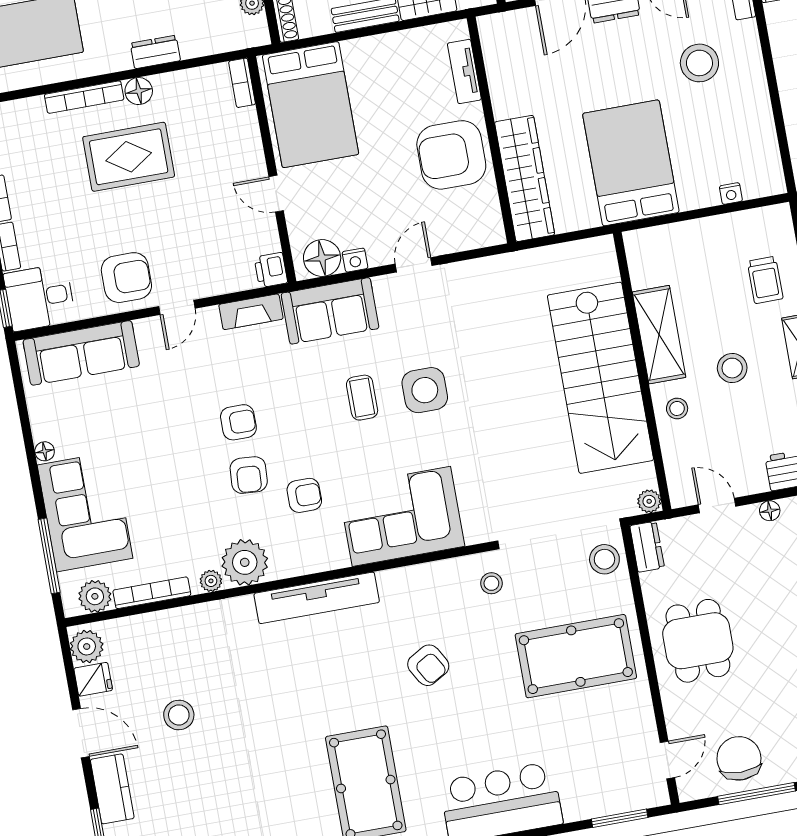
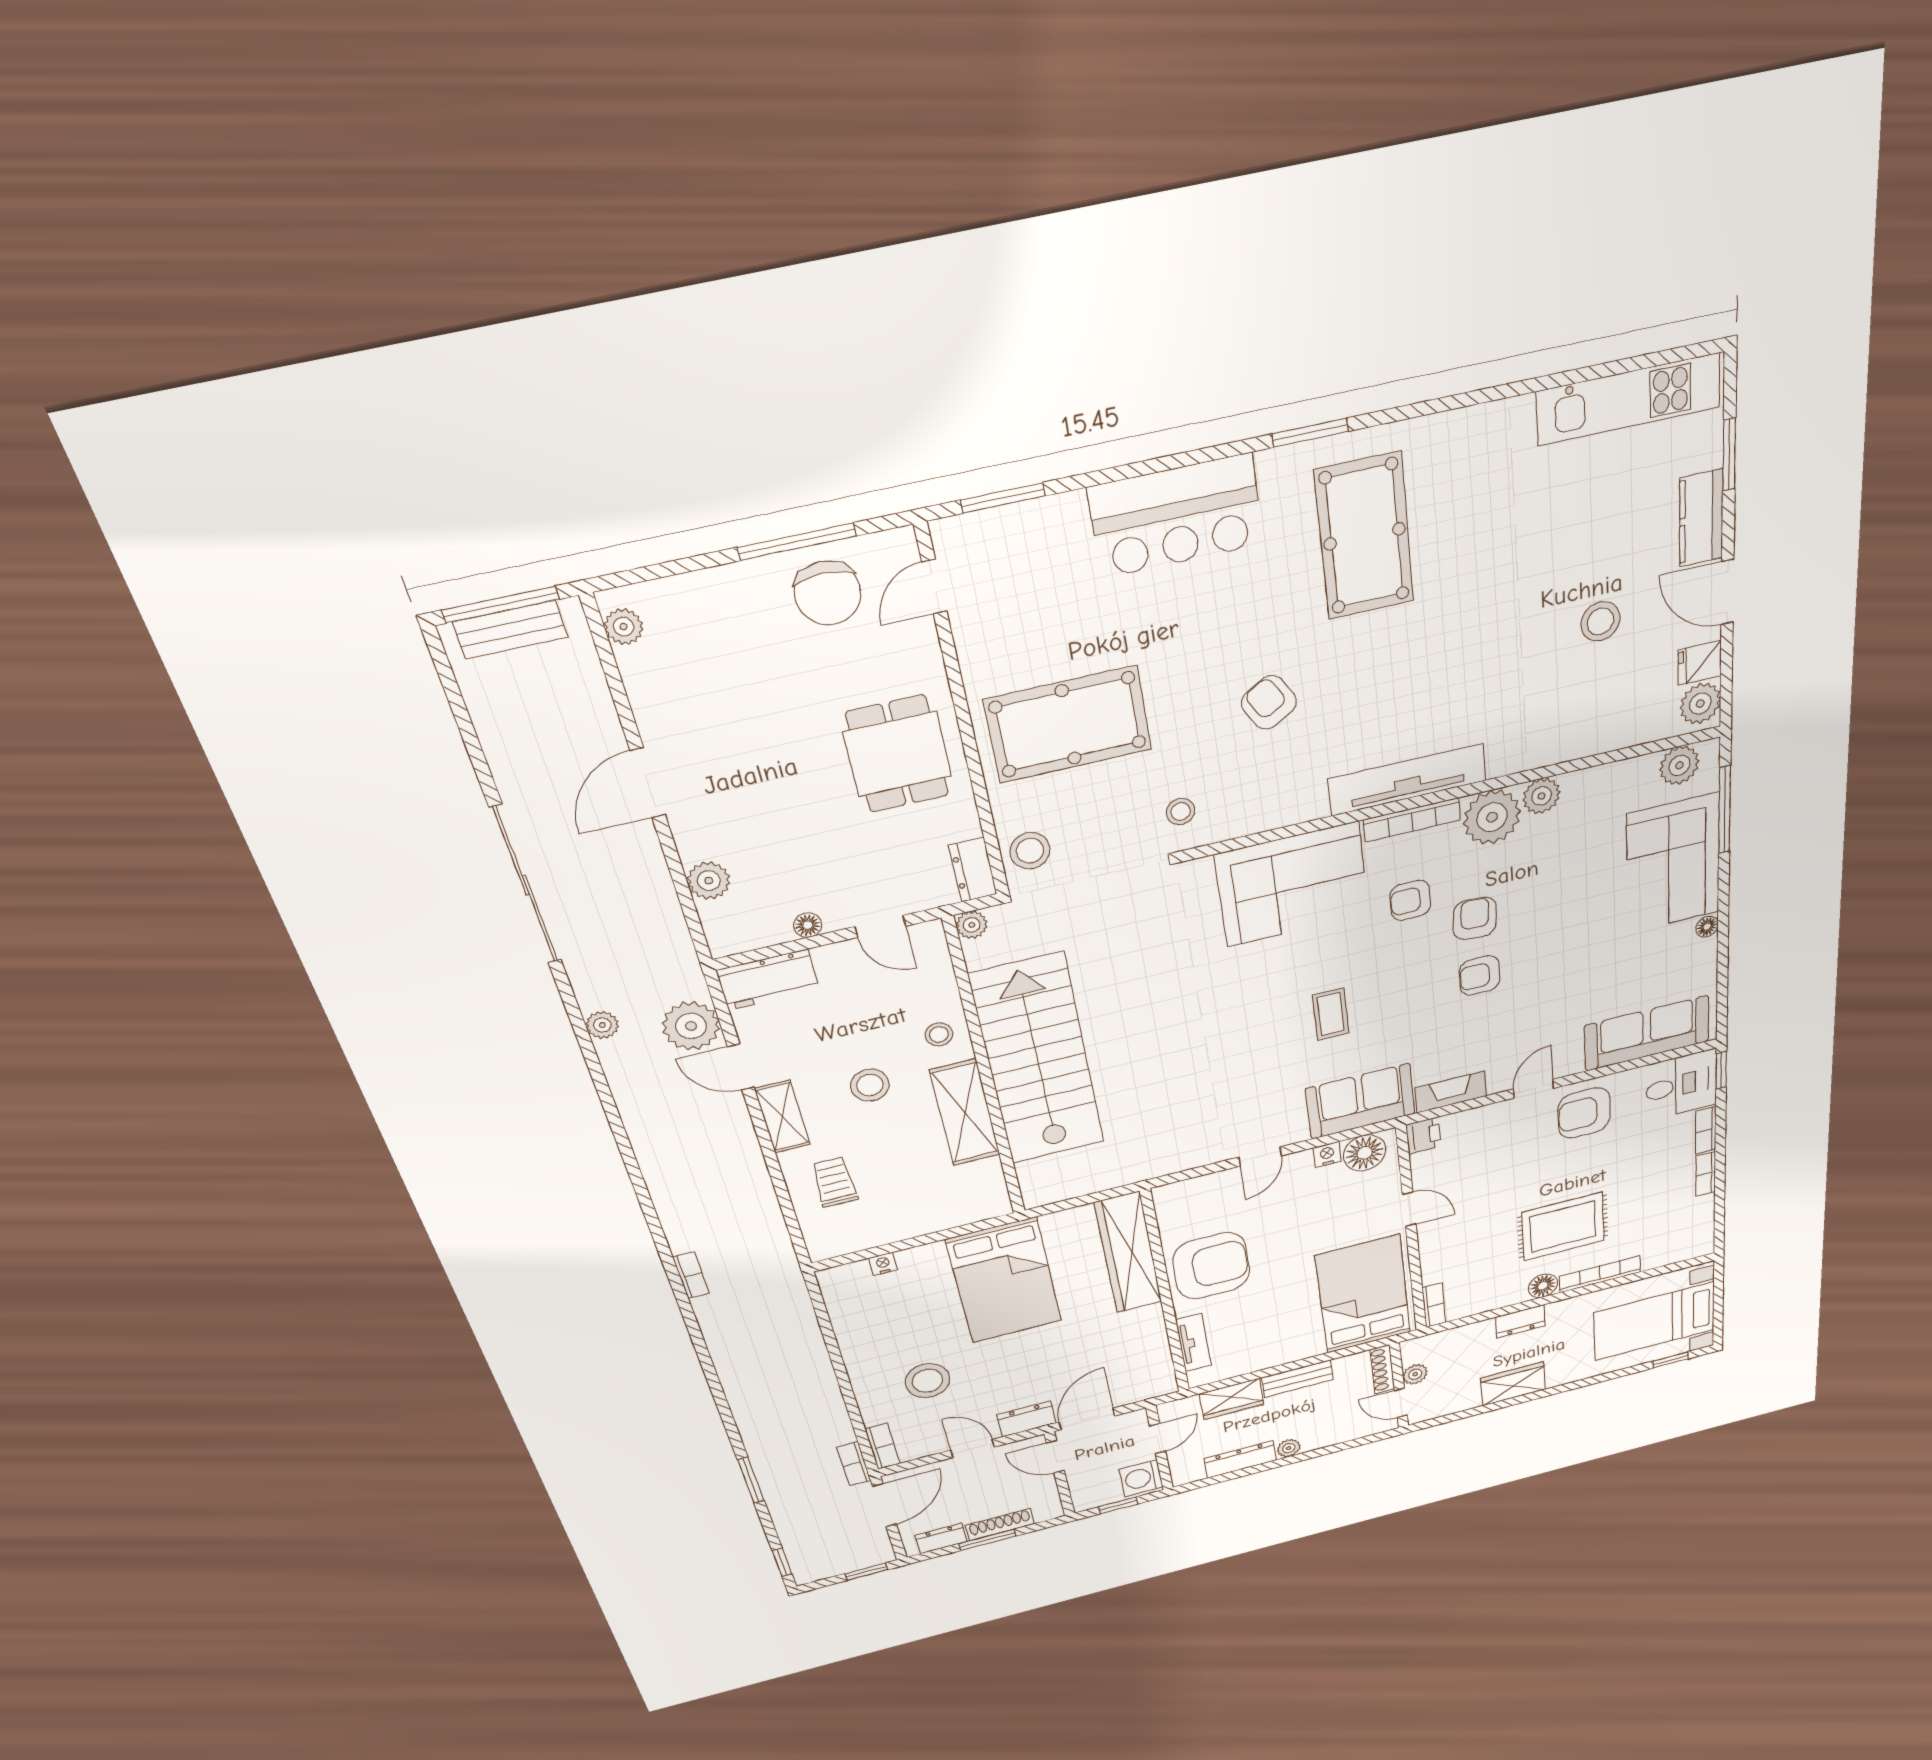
side table: (425, 390) -> (1255, 1028), removed
plant: (211, 581) -> (1542, 796), width x1.38, depth x1.38
bookcase: (152, 593) -> (1412, 820), moved

